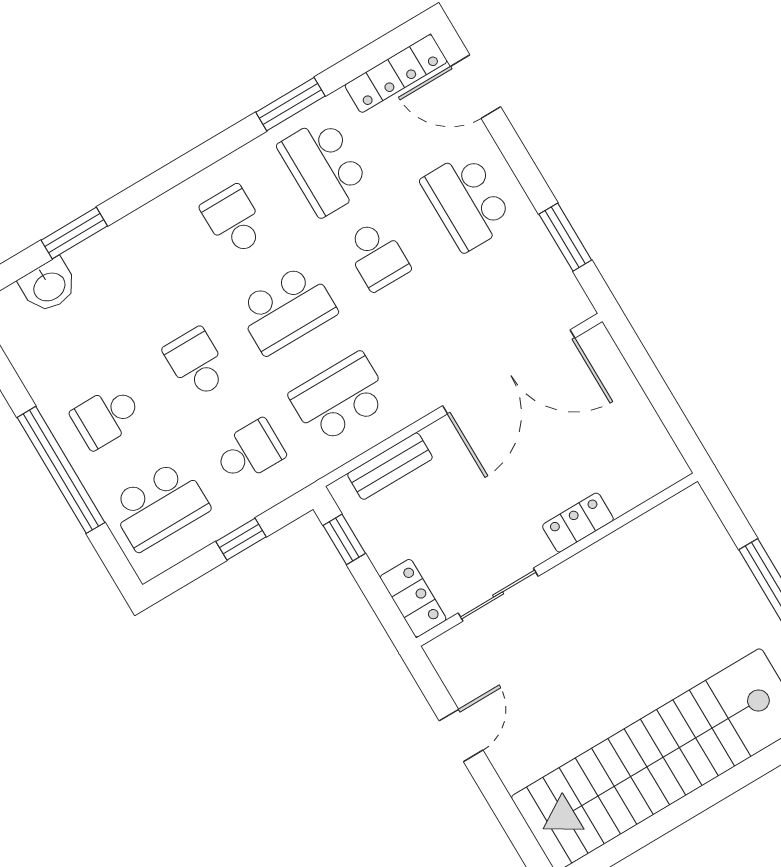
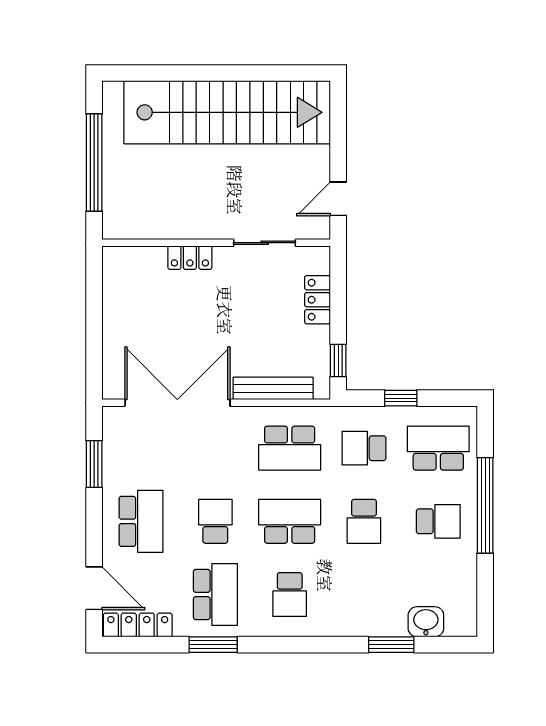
bench: (390, 466) -> (273, 388), width x1.36
locker: (578, 523) -> (190, 258), moved
wall: (557, 560) -> (216, 243), moved
sliding door: (498, 595) -> (265, 243), moved

